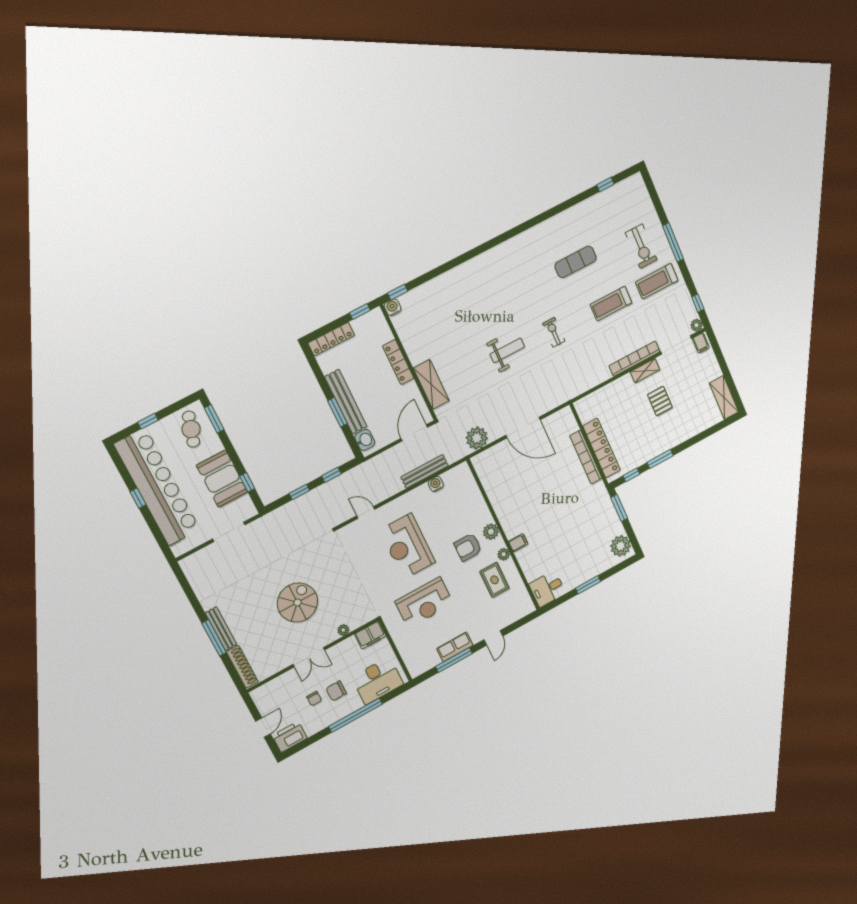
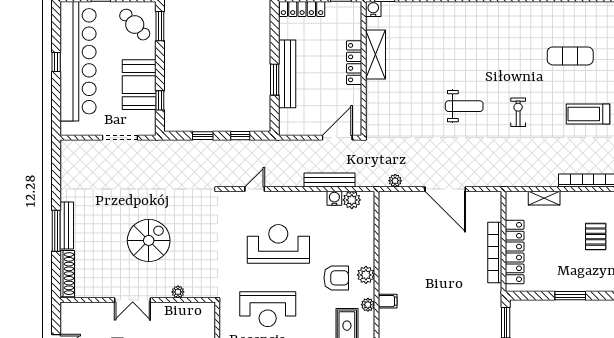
shelving: (645, 371) -> (544, 198), moved
shelving: (431, 384) -> (375, 55), moved
cafe table: (191, 429) -> (135, 25), turned -60
plant: (477, 438) -> (395, 181), width x0.53, depth x0.53
washbasin: (365, 440) -> (287, 119), removed
window: (631, 475) -> (533, 296), removed
plant: (451, 478) -> (352, 200), added
door: (366, 512) -> (255, 189), hinge flipped
reception desk: (407, 546) -> (278, 244), turned 90
armchair: (468, 547) -> (336, 278), turned 180
filing cabinet: (370, 635) -> (201, 312), removed

